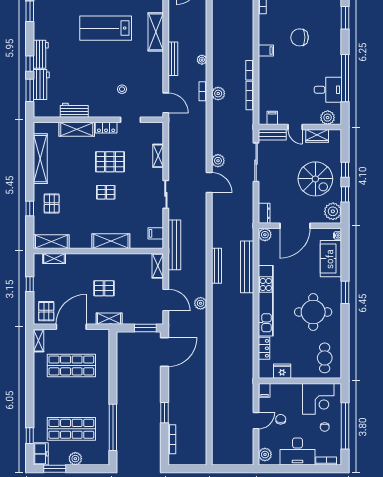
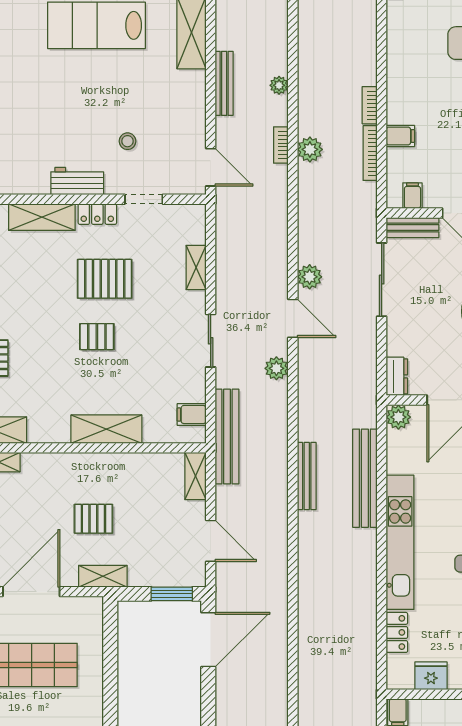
filing cabinet: (266, 51) -> (400, 136), moved
workbench: (74, 110) -> (77, 181), moved
plant: (201, 303) -> (276, 368), moved

